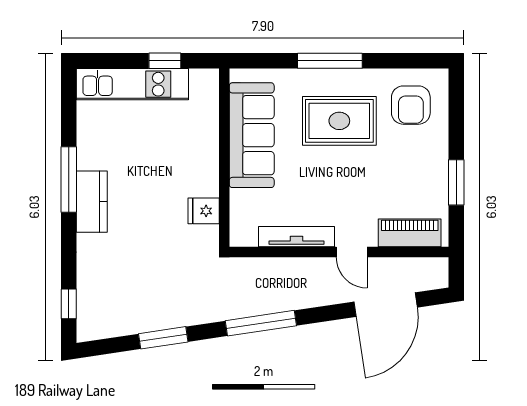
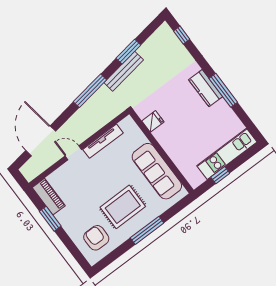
piano: (410, 233) -> (49, 197), moved, turned -90
bench: (191, 315) -> (124, 71), added

